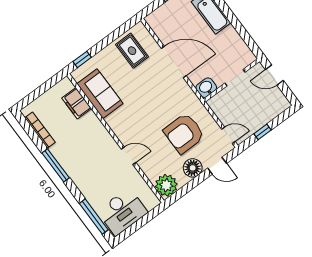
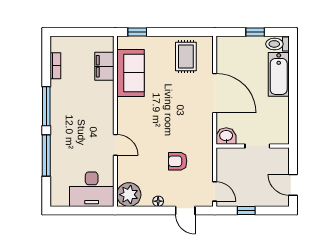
door: (274, 75) -> (293, 185), moved
bookcase: (40, 130) -> (55, 66), width x0.64
armchair: (184, 133) -> (178, 161), width x0.53, depth x0.53
floor lamp: (193, 168) -> (158, 201), width x0.53, depth x0.53
desk: (122, 212) -> (92, 189), moved
window: (94, 217) -> (46, 156), moved

